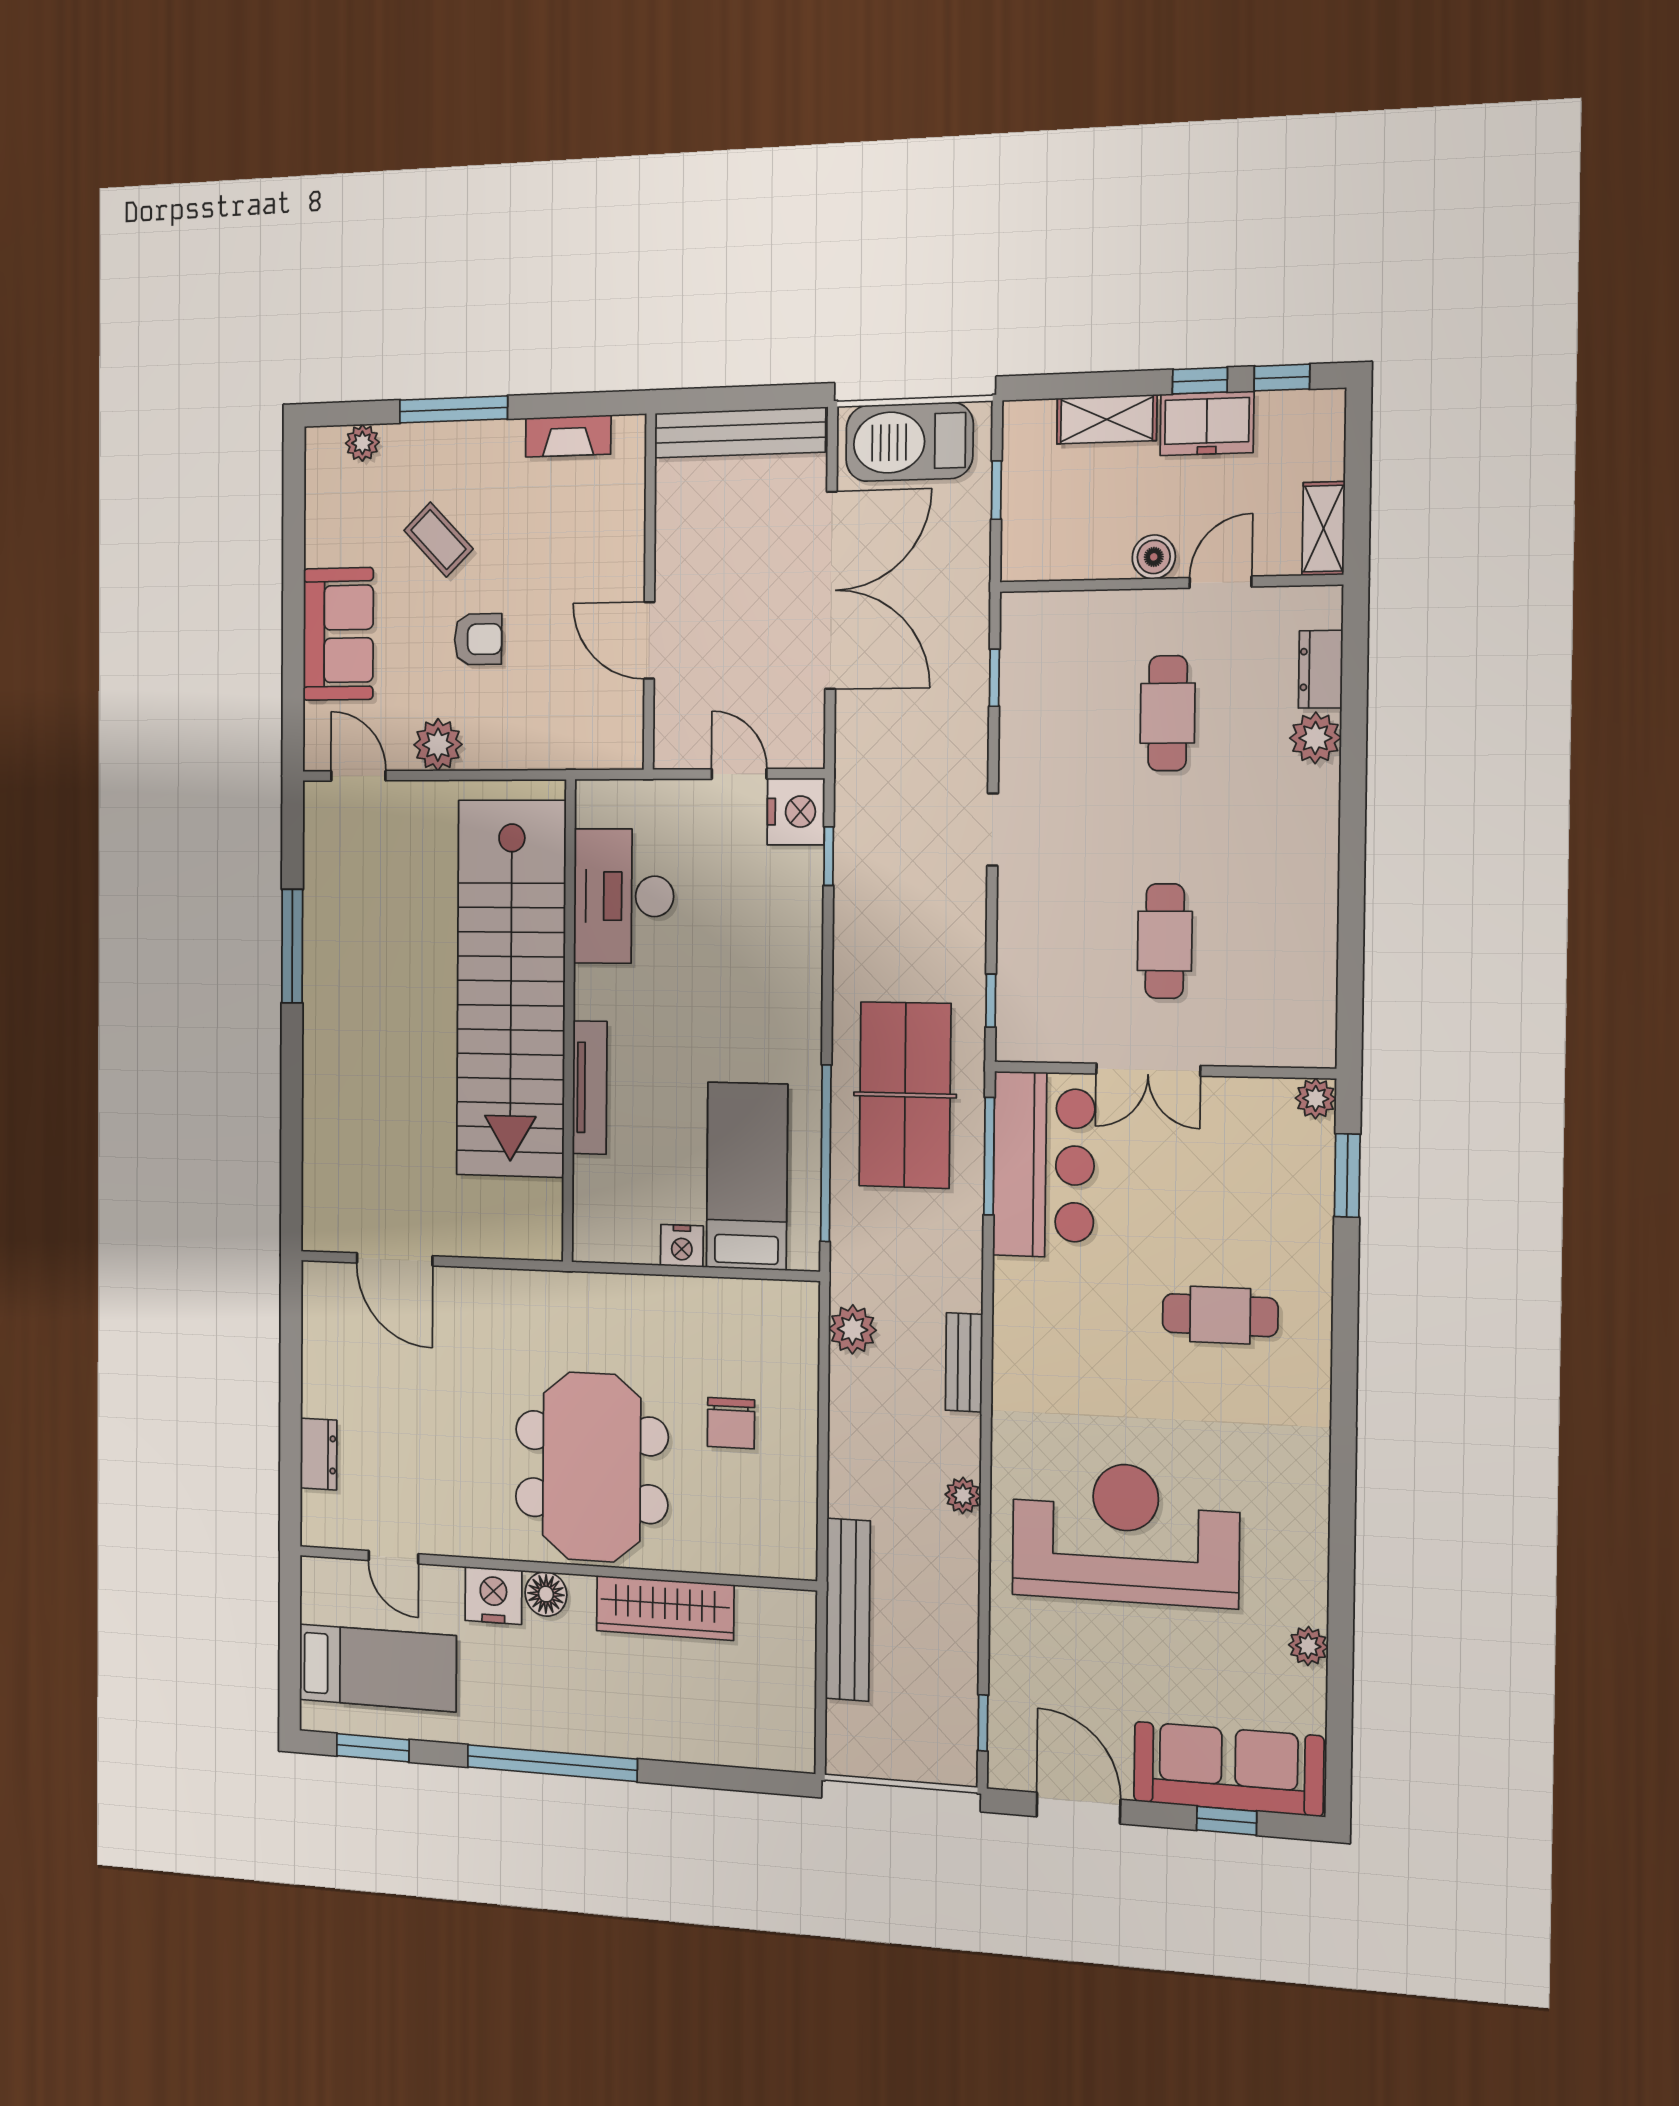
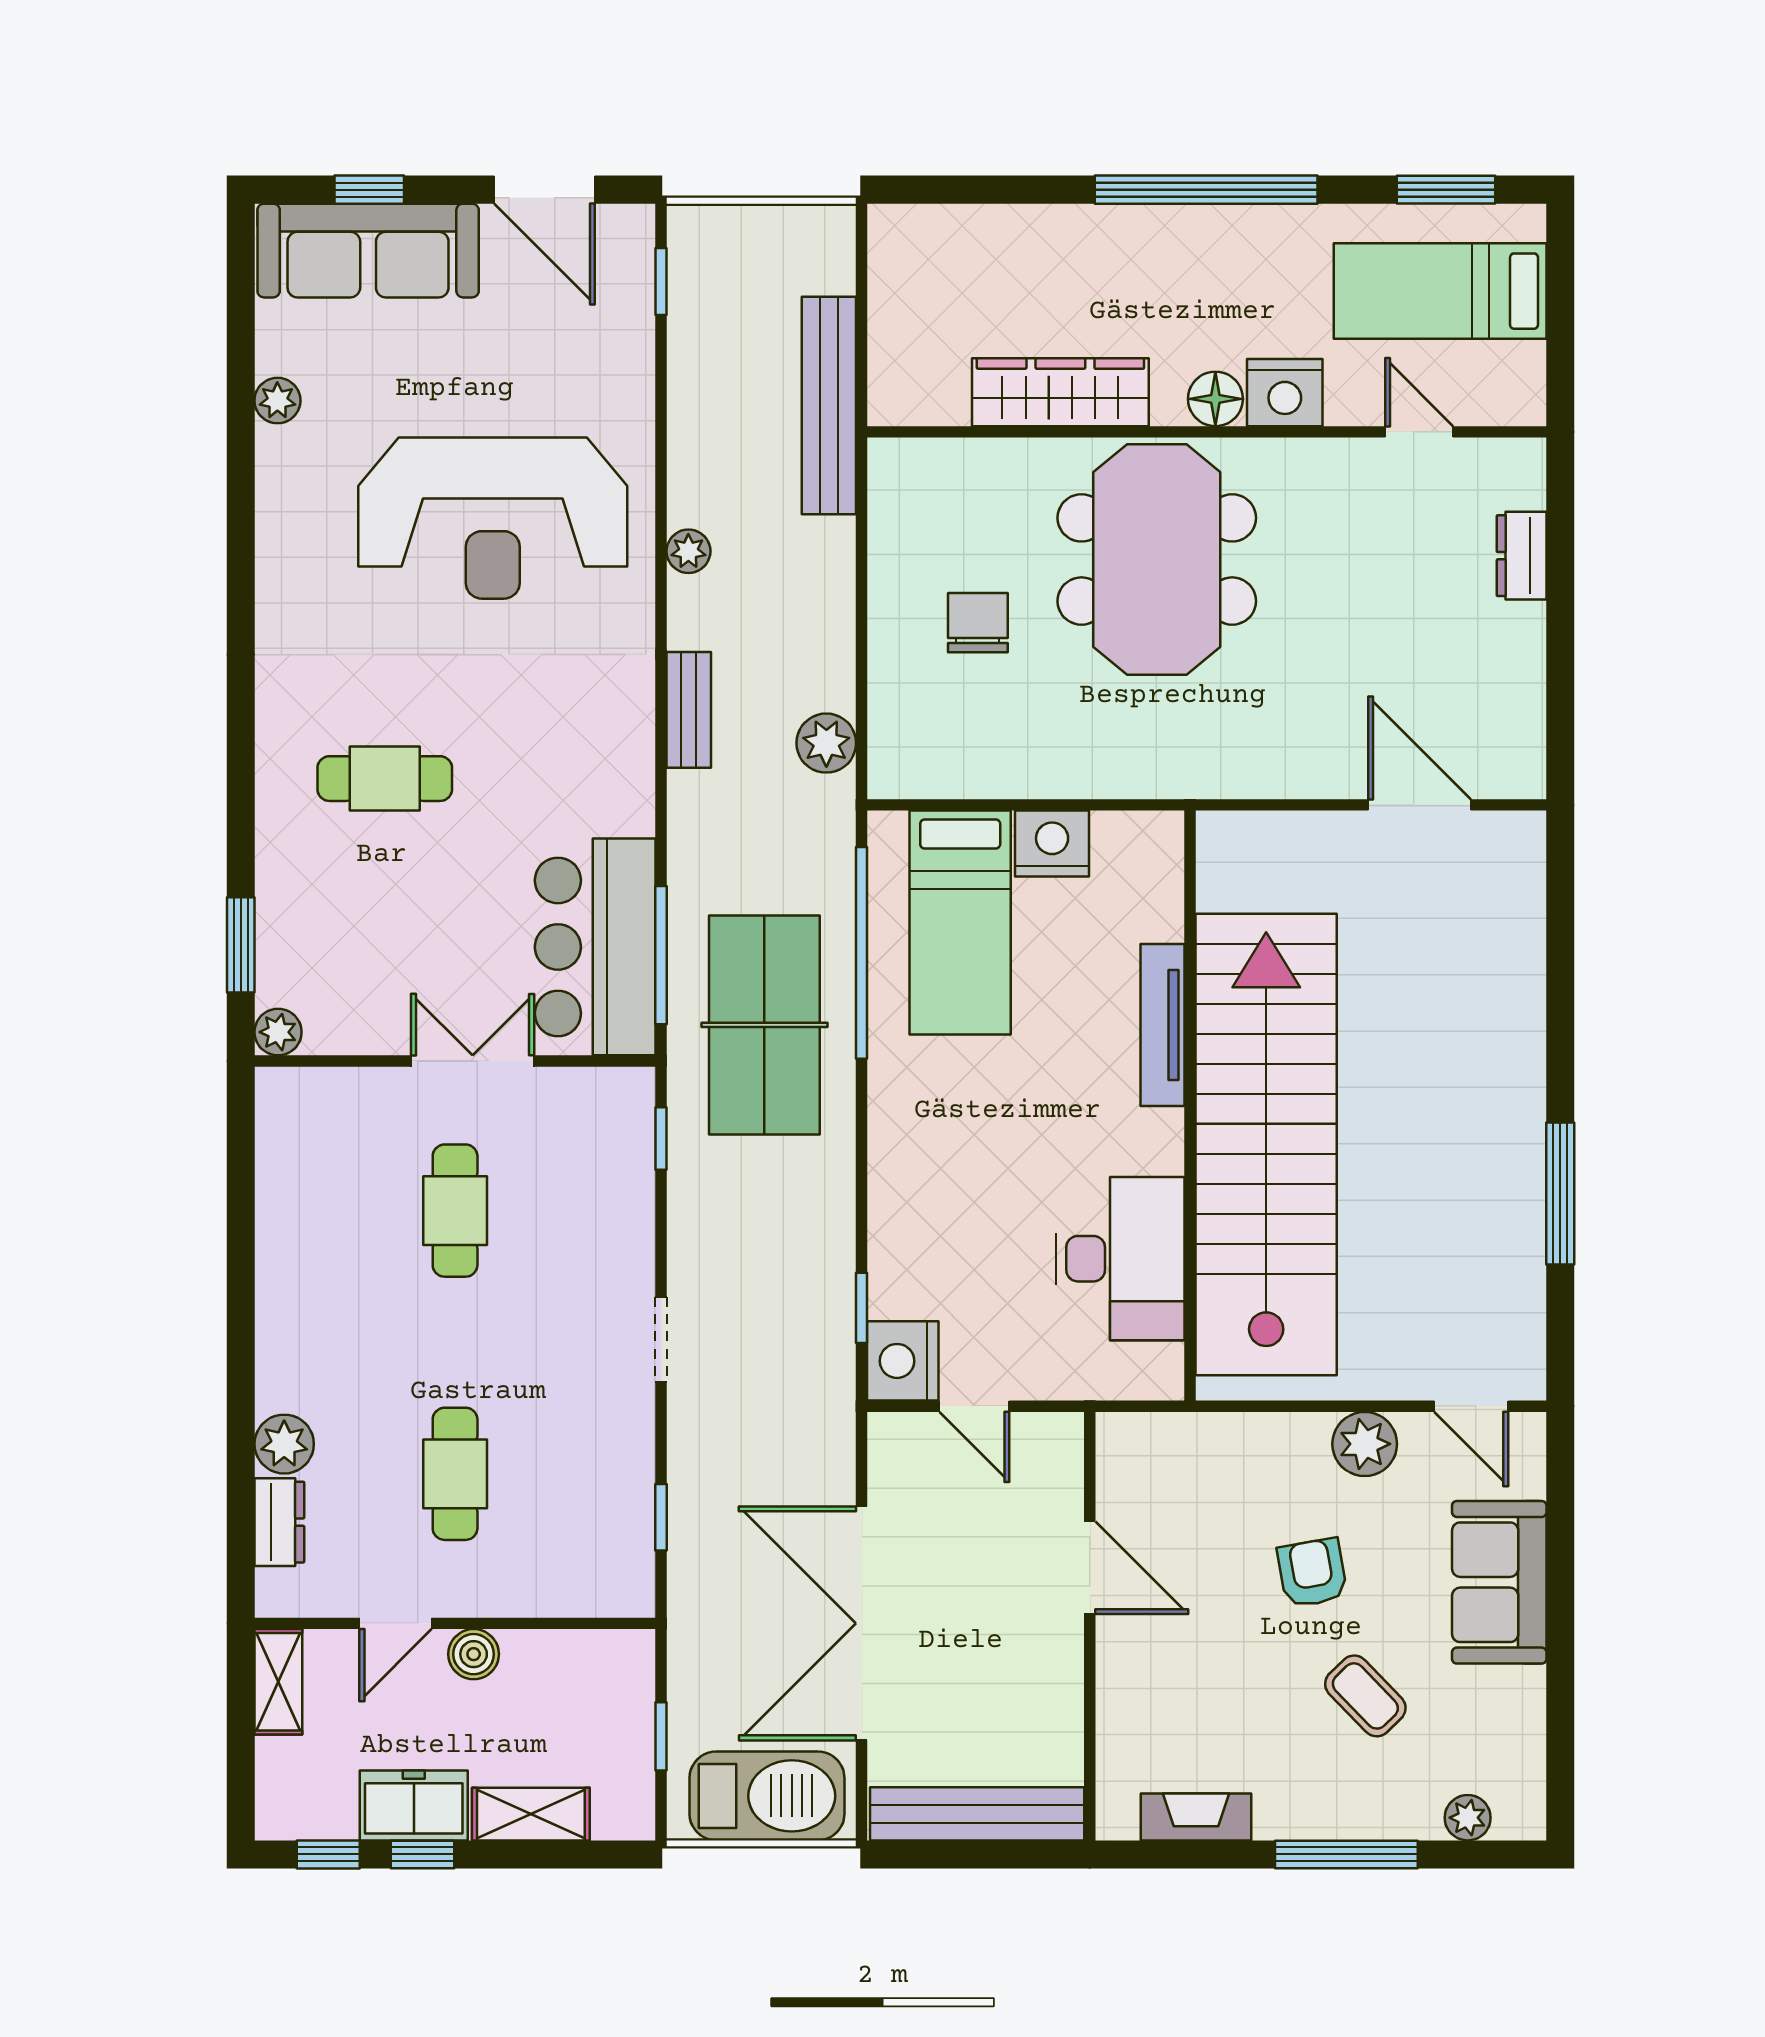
armchair: (478, 639) -> (1312, 1573), turned 80
nightstand: (682, 1246) -> (1052, 844), width x1.36, depth x1.33

